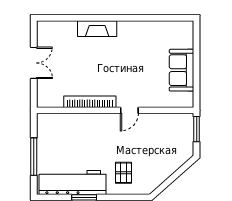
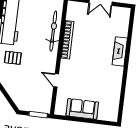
door: (129, 110) -> (56, 80), moved
bicycle: (80, 122) -> (53, 31), added

